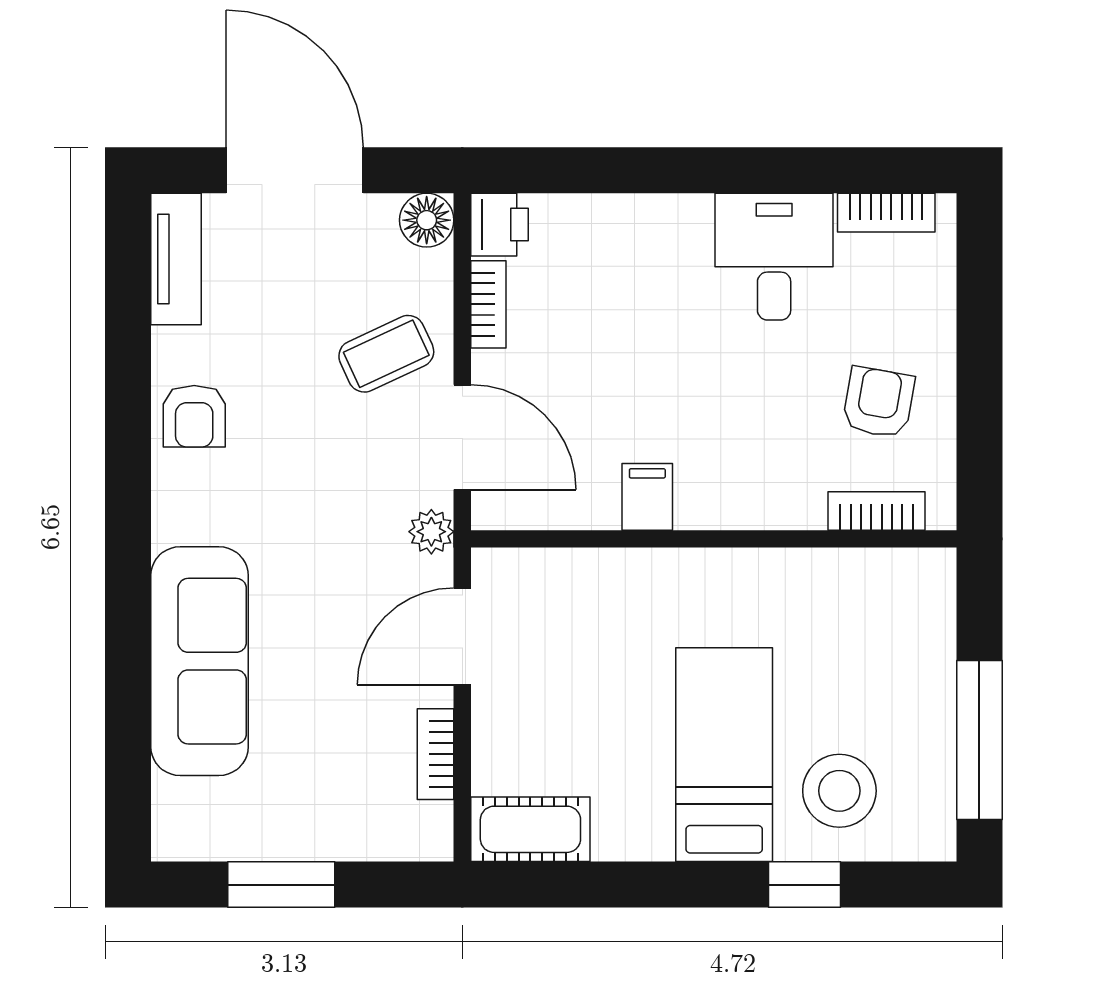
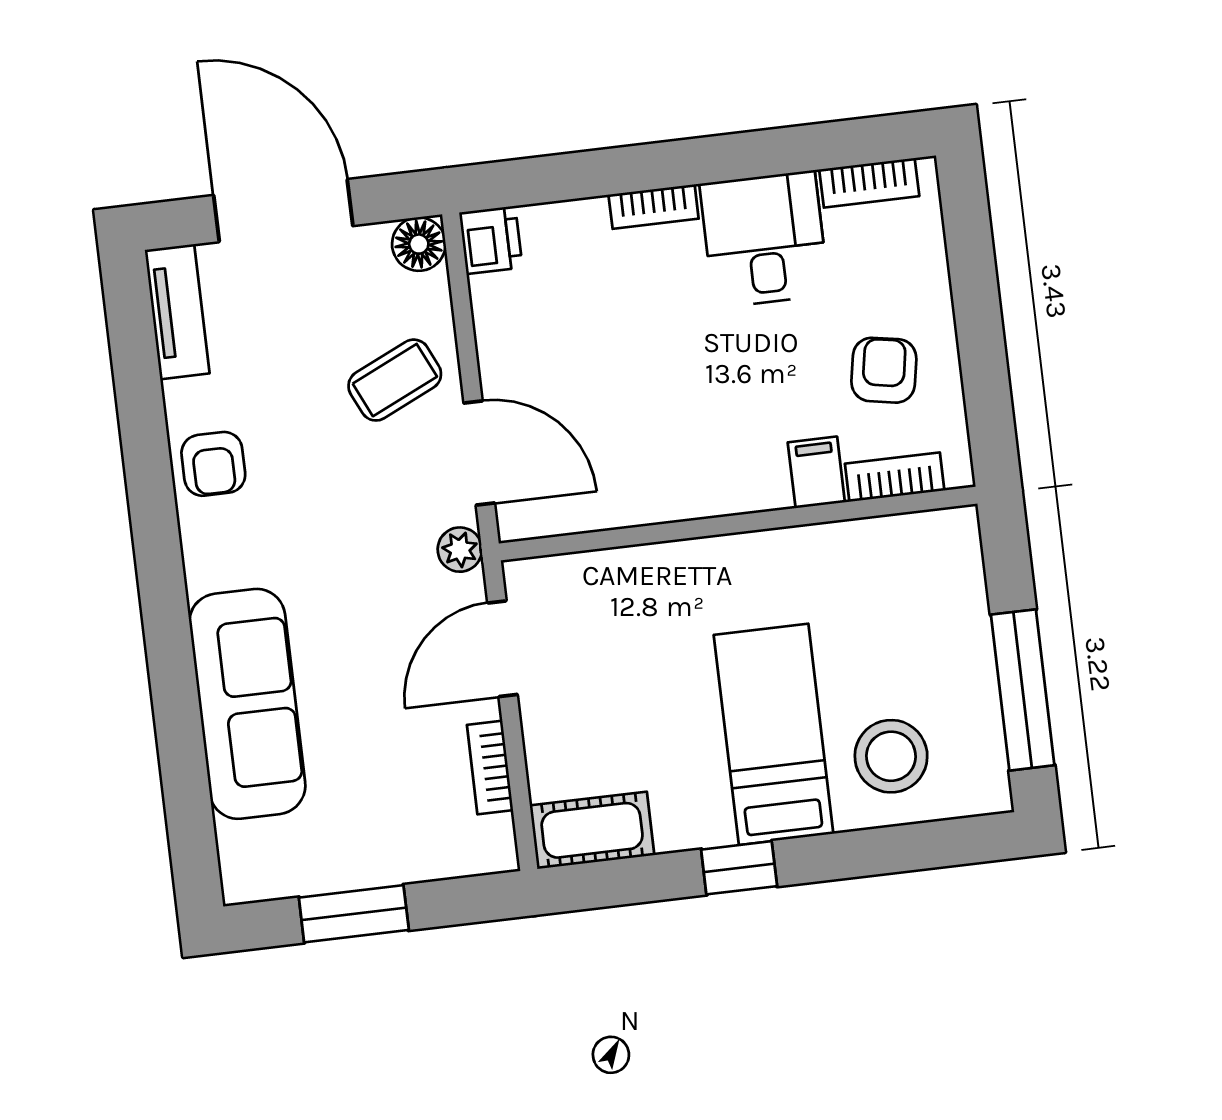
bookcase: (488, 304) -> (654, 207), moved, turned 90
filing cabinet: (647, 497) -> (816, 472), moved
window: (804, 885) -> (739, 868), moved

